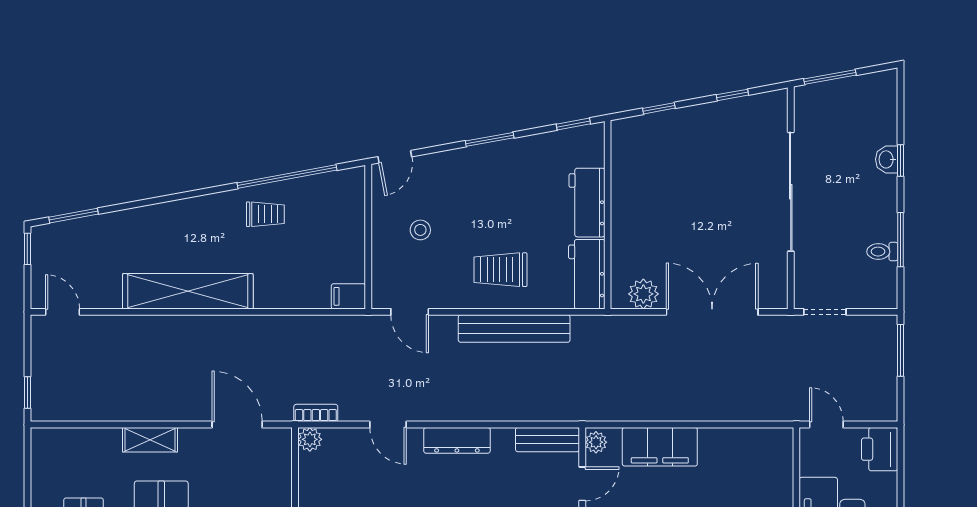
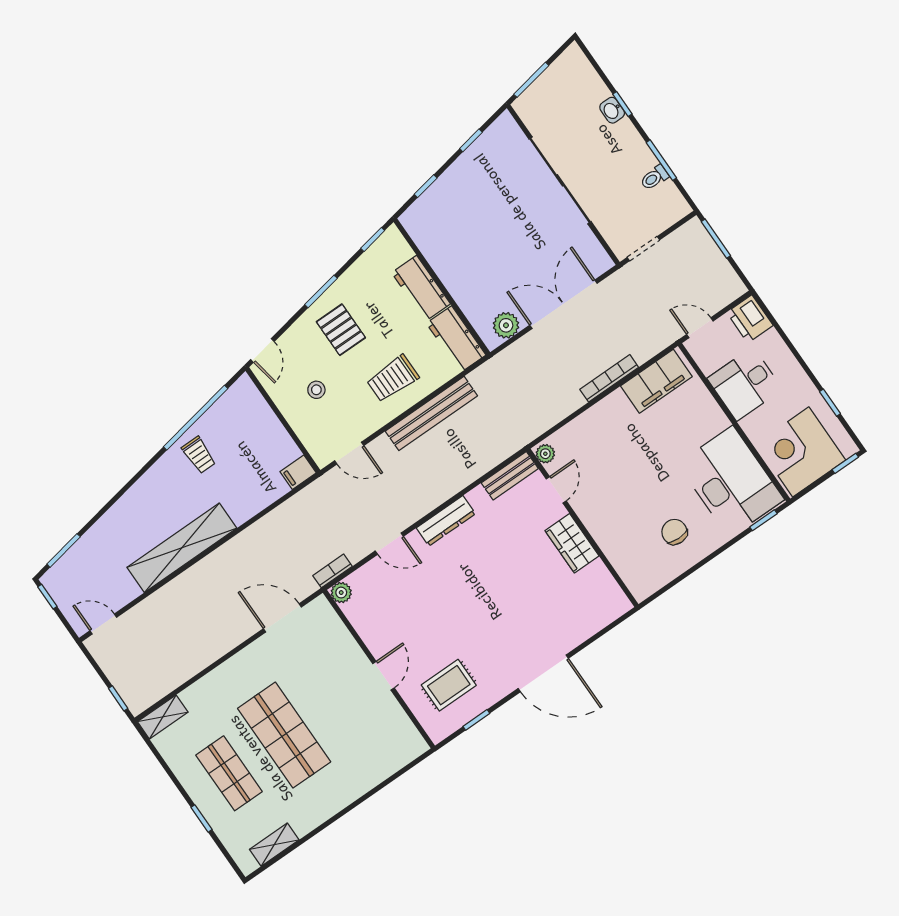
pallet: (483, 189) -> (341, 330), added
trolley: (265, 214) -> (199, 455), turned 90
bookcase: (707, 413) -> (609, 378), added
shelving: (150, 440) -> (163, 717), moved
filing cabinet: (660, 447) -> (656, 381), moved

